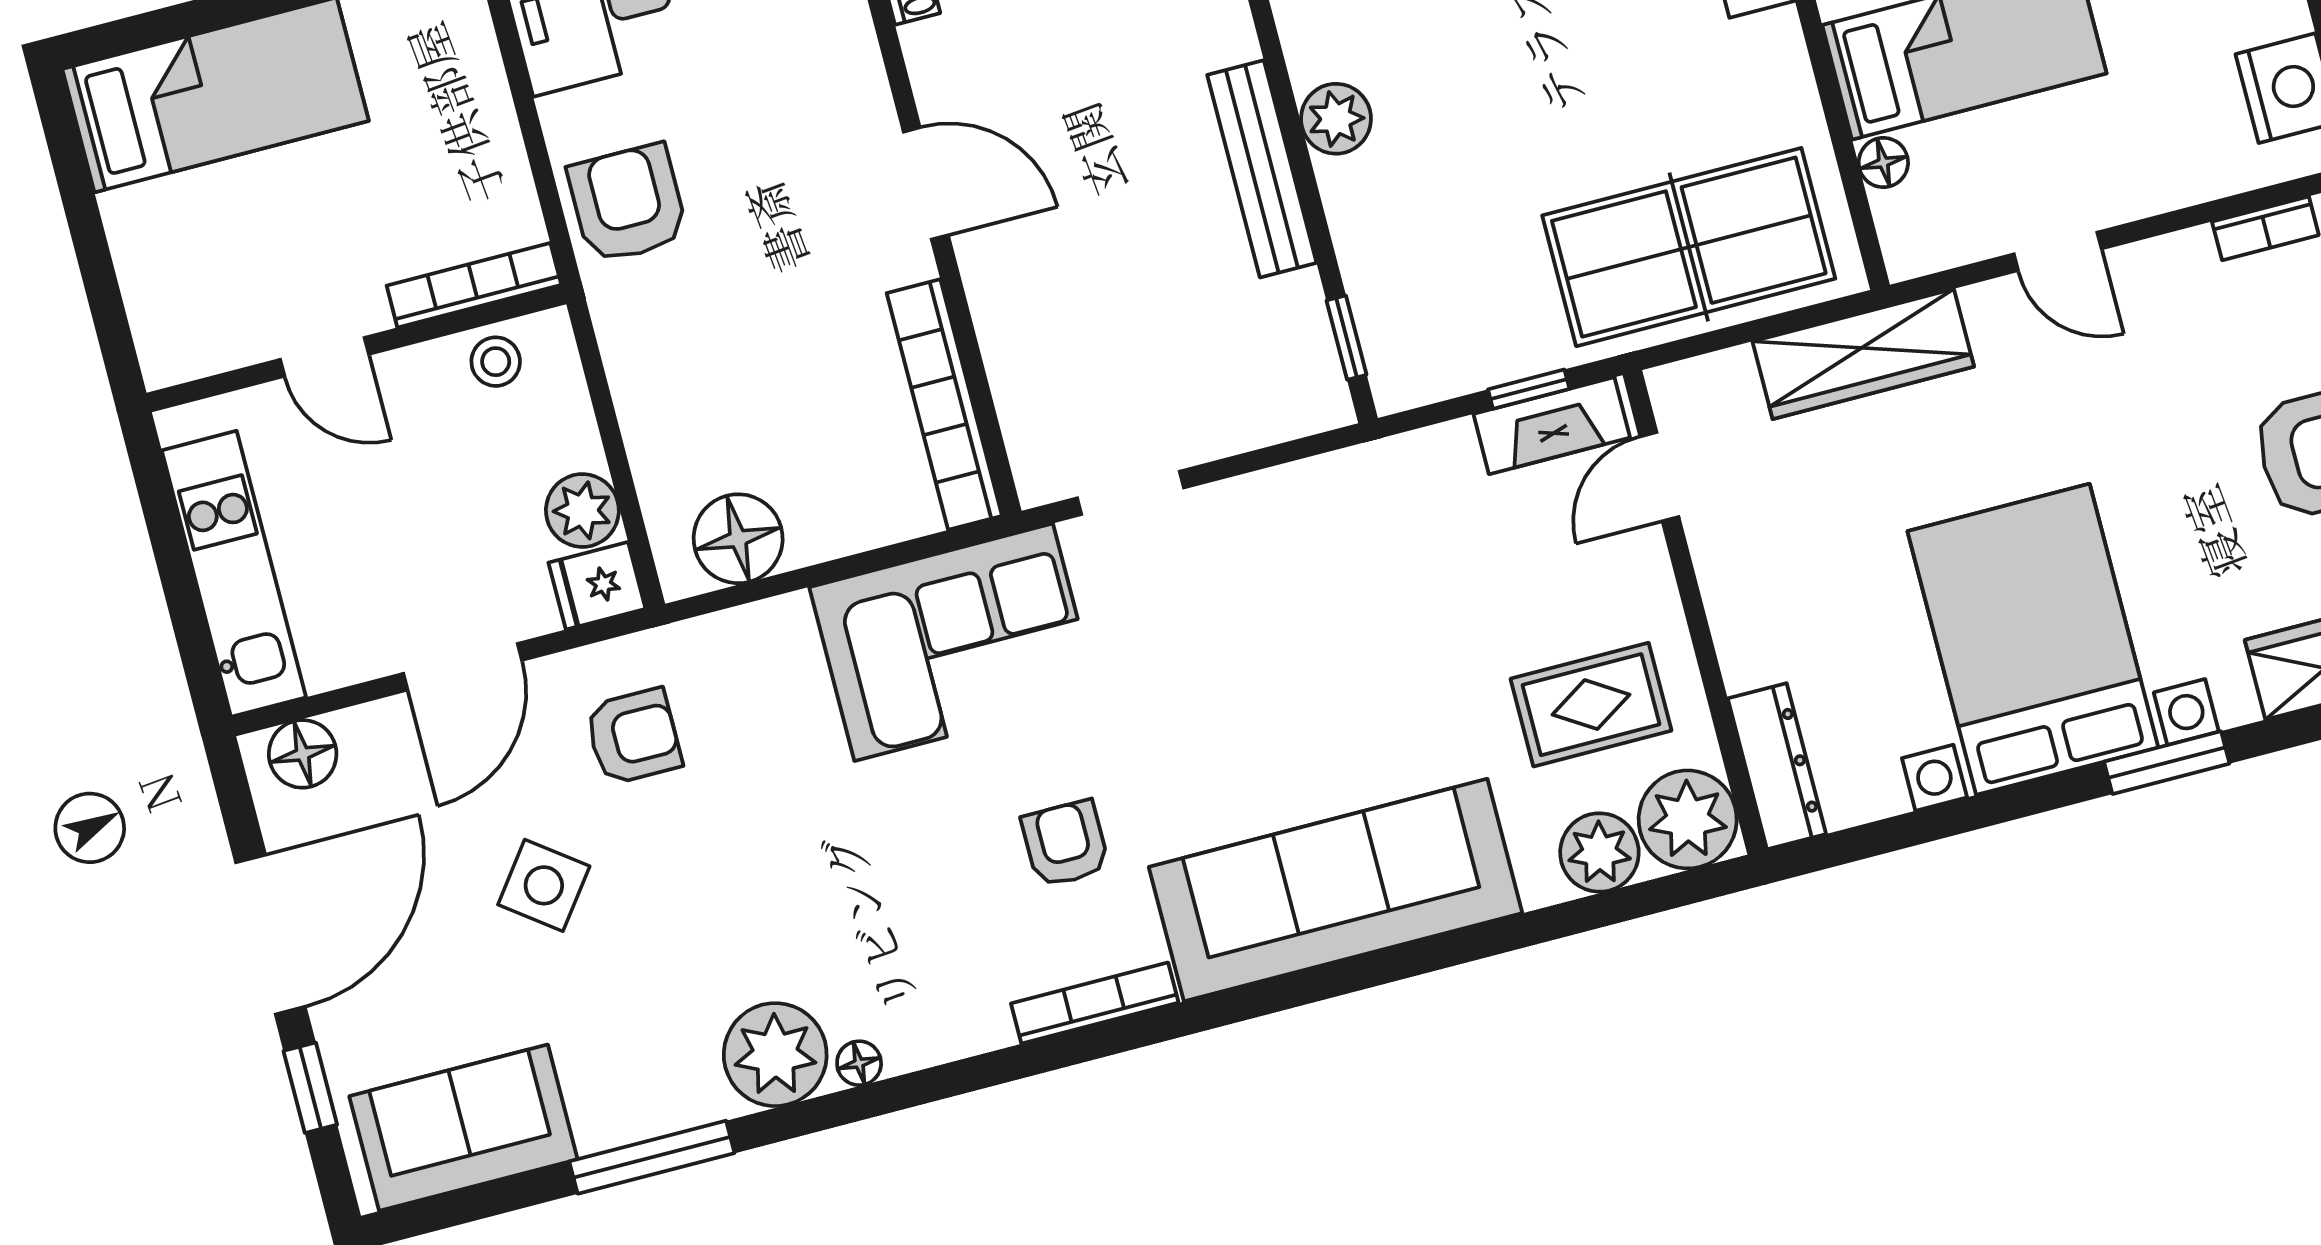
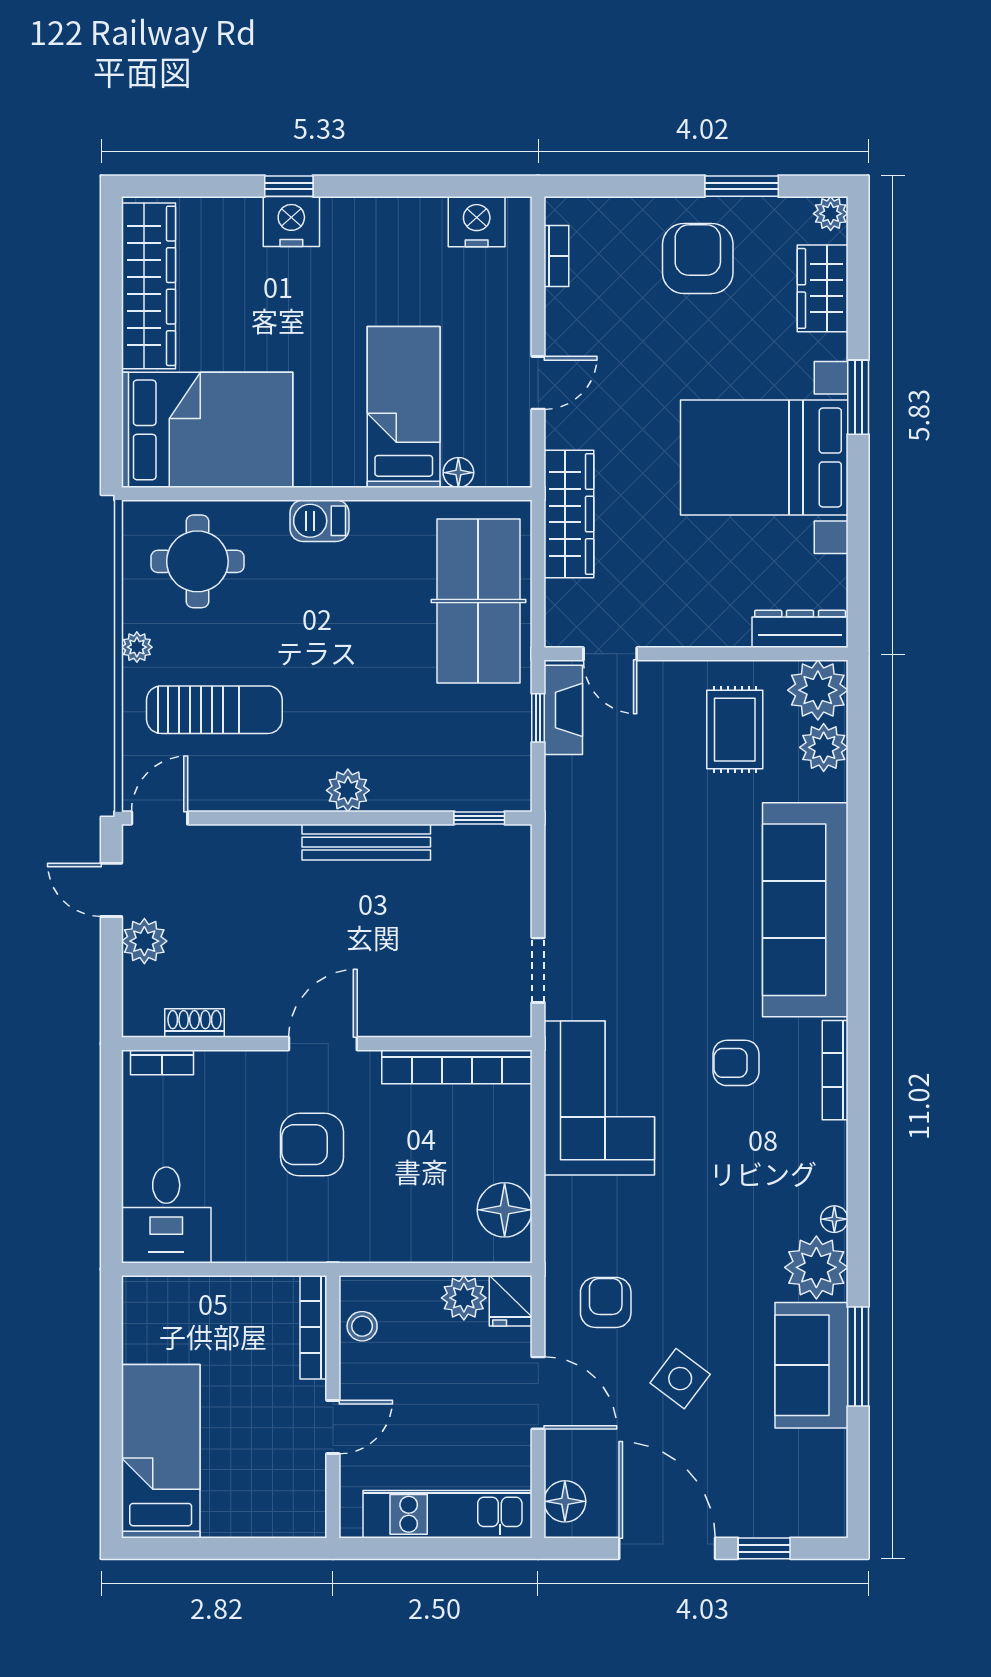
armchair: (628, 204) -> (312, 1145), moved
sofa: (463, 1128) -> (811, 1365), moved

